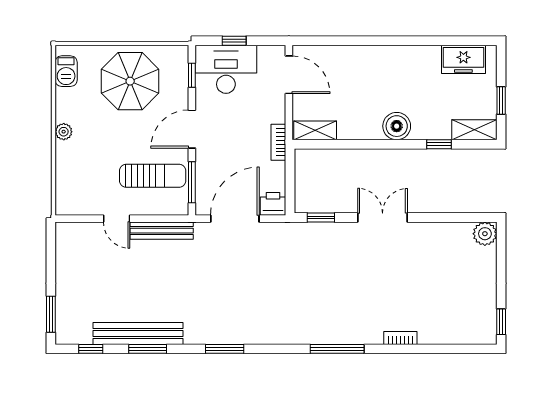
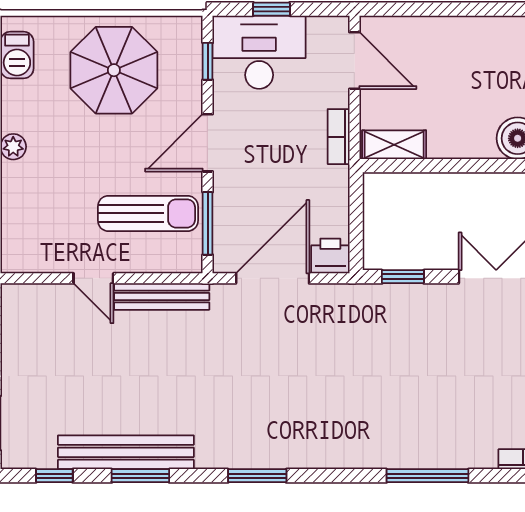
bookcase: (278, 142) -> (339, 137), moved

